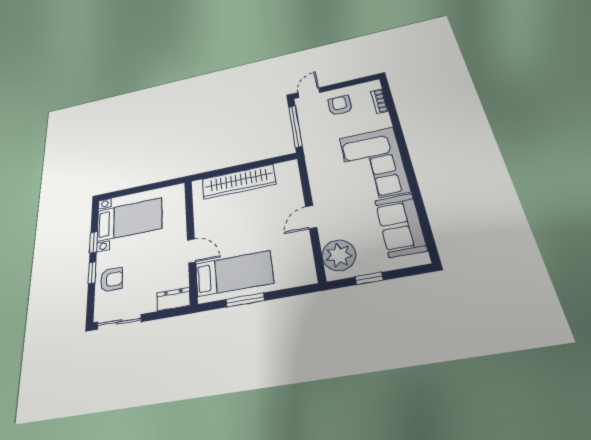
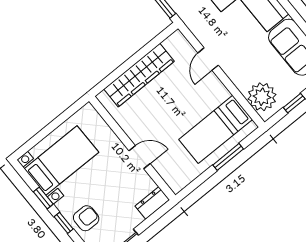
door: (311, 217) -> (208, 59), moved
bed: (234, 273) -> (216, 129), moved, turned 180
window: (245, 300) -> (228, 157), moved

